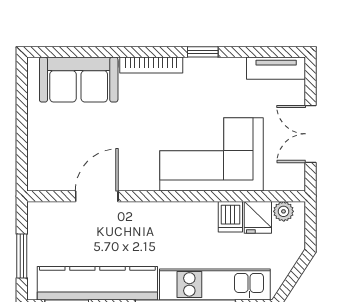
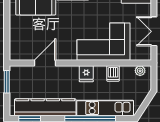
fridge: (258, 217) -> (86, 74), moved
window: (22, 256) -> (7, 82), moved

